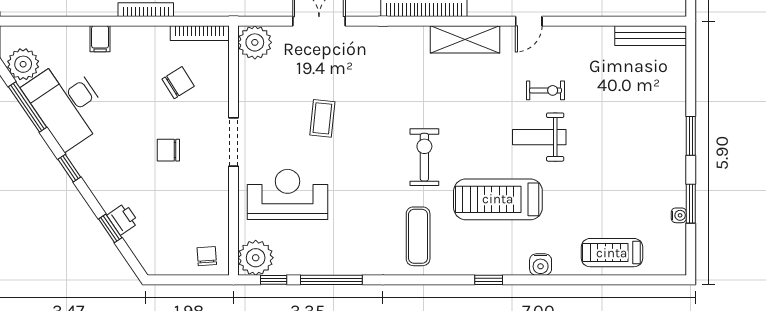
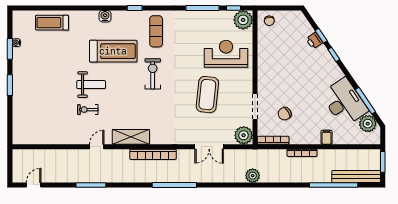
bench: (651, 36) -> (31, 139), removed
coffee table: (322, 118) -> (207, 95), width x1.86, depth x1.72
doorway: (234, 142) -> (255, 107), moved
chair: (168, 150) -> (290, 78), removed
exercise bike: (424, 157) -> (153, 74), turned 180
window: (69, 168) -> (334, 54), moved
reception desk: (287, 194) -> (226, 54), turned 180
treadmill: (612, 253) -> (52, 23), turned 180
water cooler: (541, 265) -> (105, 16), moved
window: (489, 280) -> (135, 8), moved

